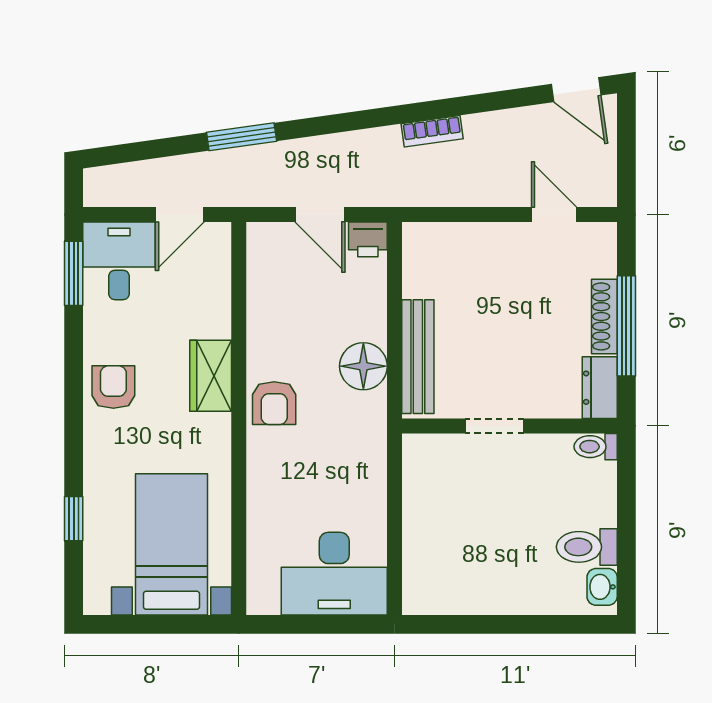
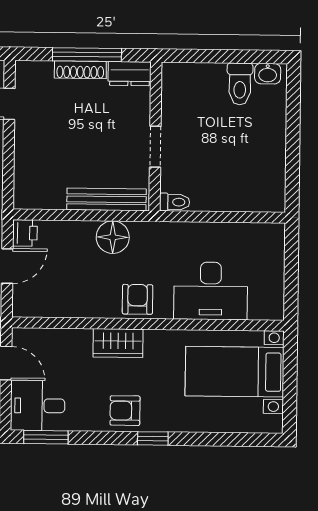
armchair: (274, 403) -> (137, 299), turned -90
toilet: (596, 447) -> (175, 202), moved, turned -90
window: (74, 519) -> (153, 438), moved
desk: (334, 574) -> (211, 291), moved, turned 90

